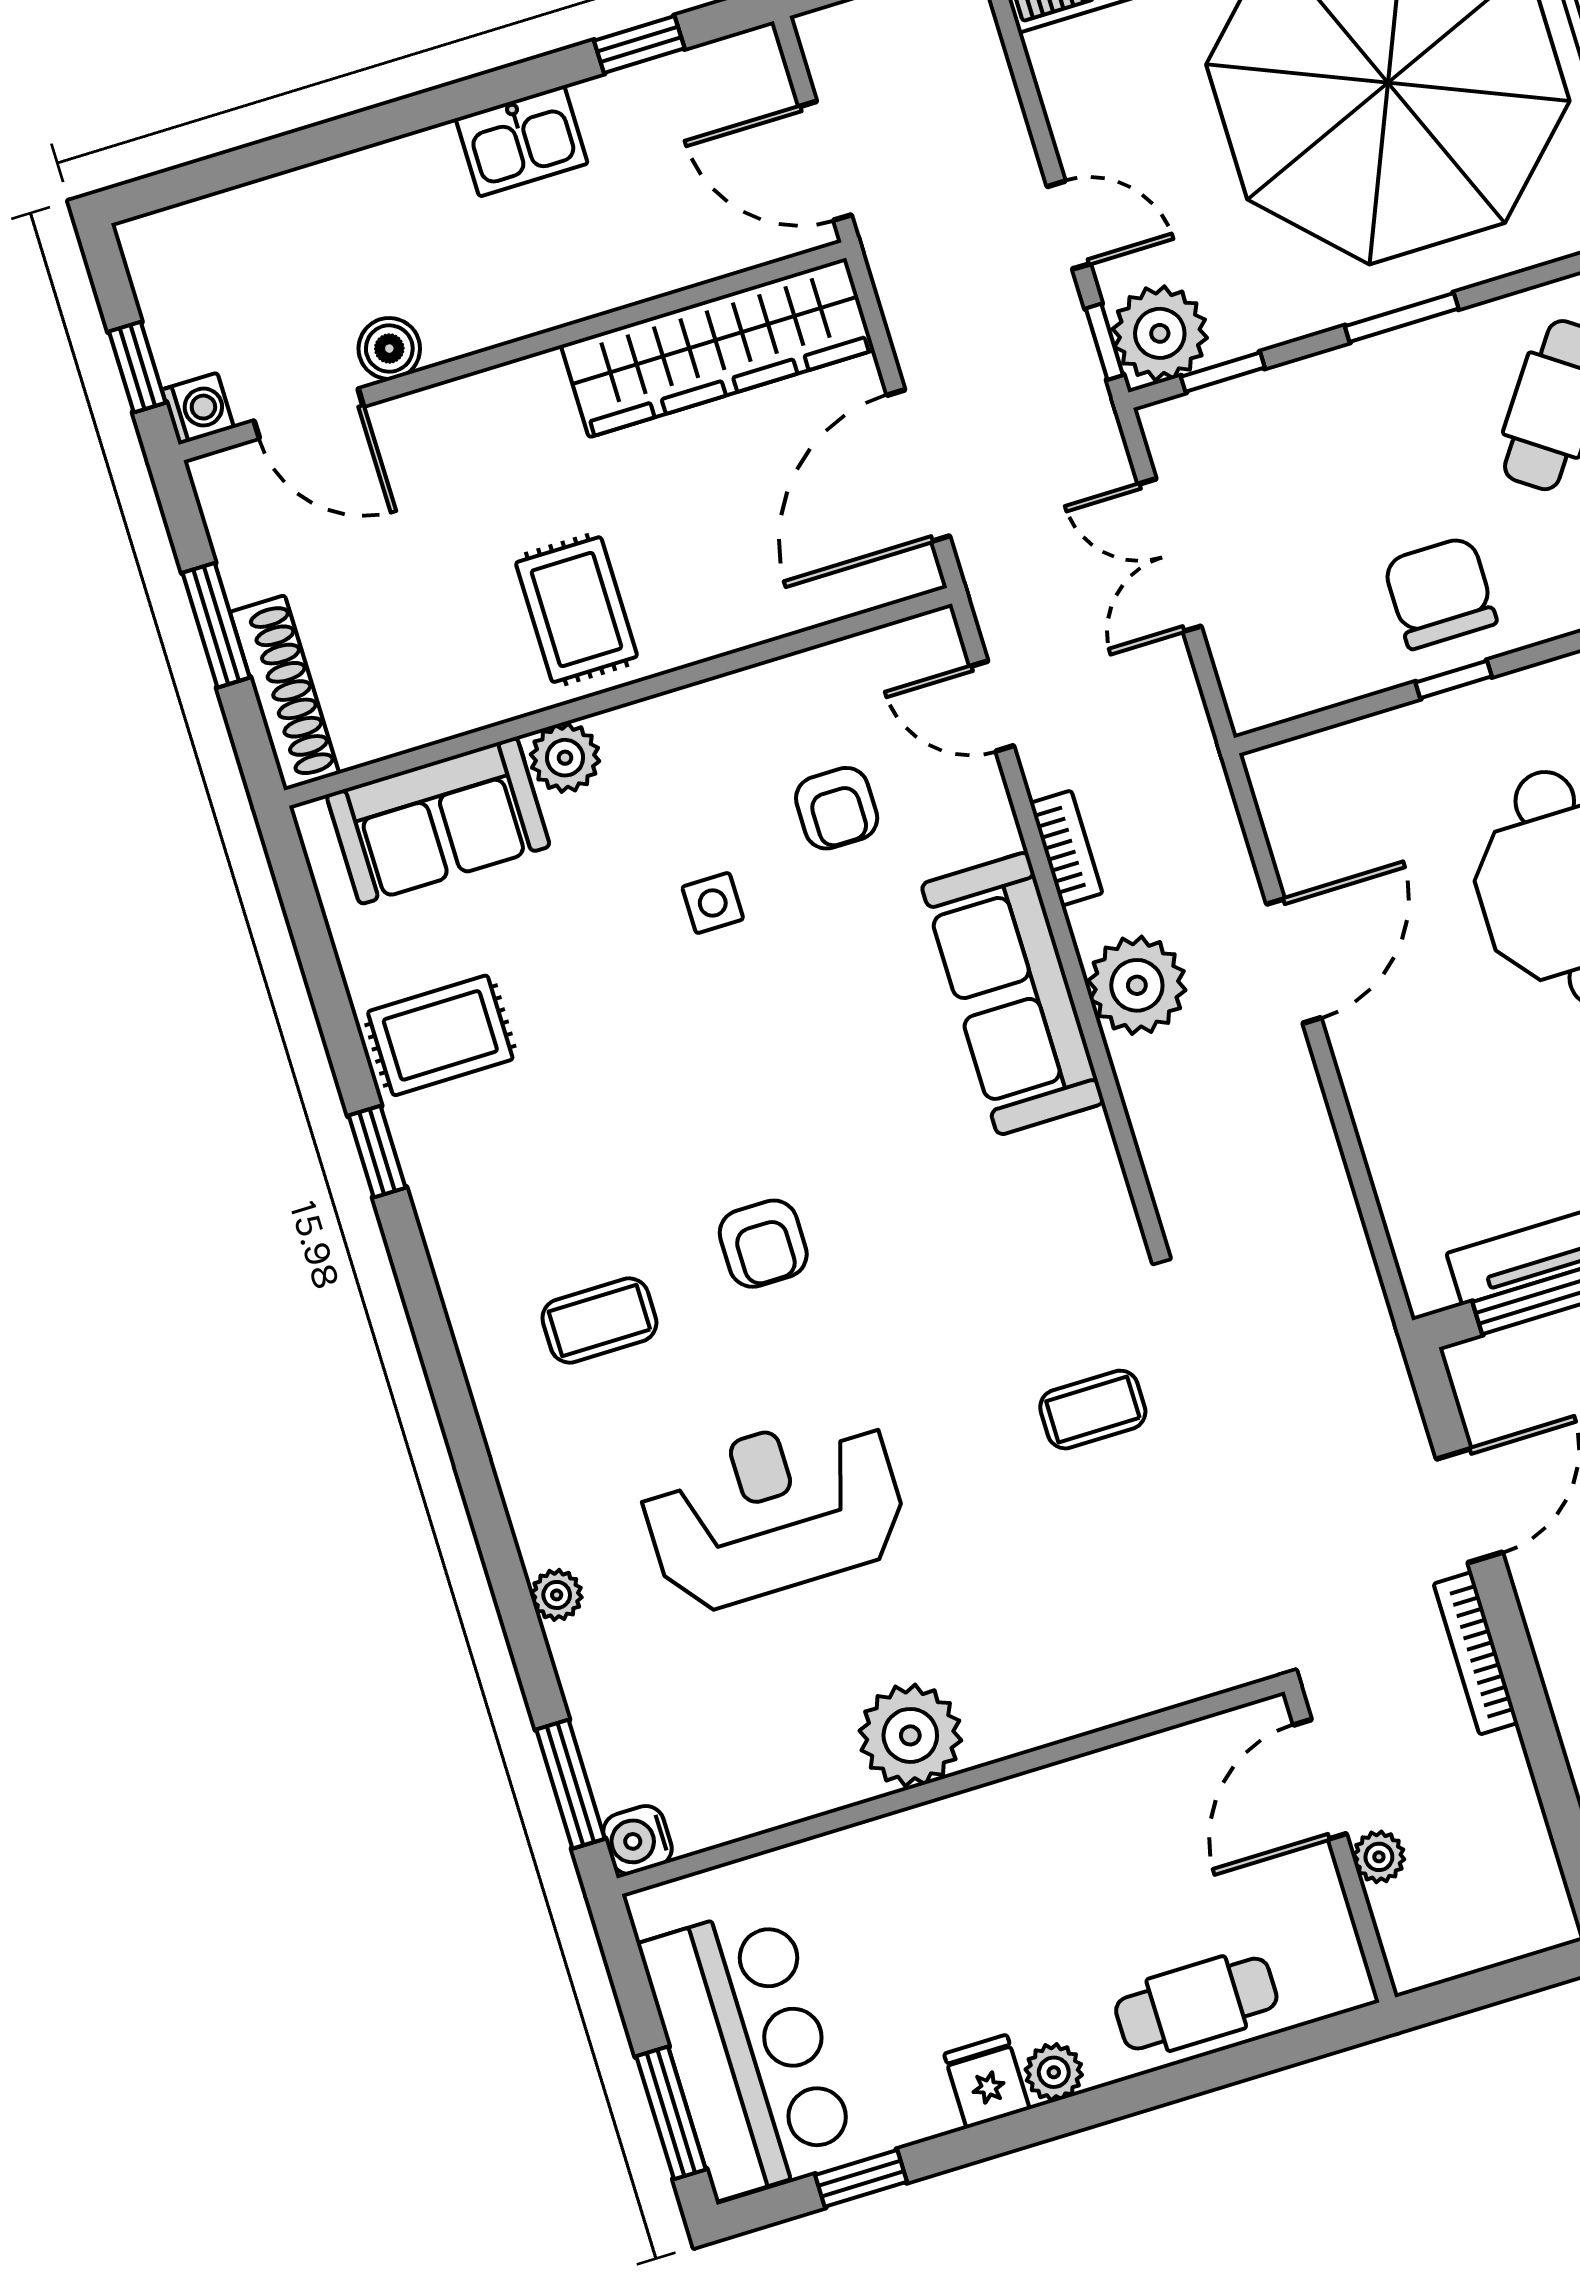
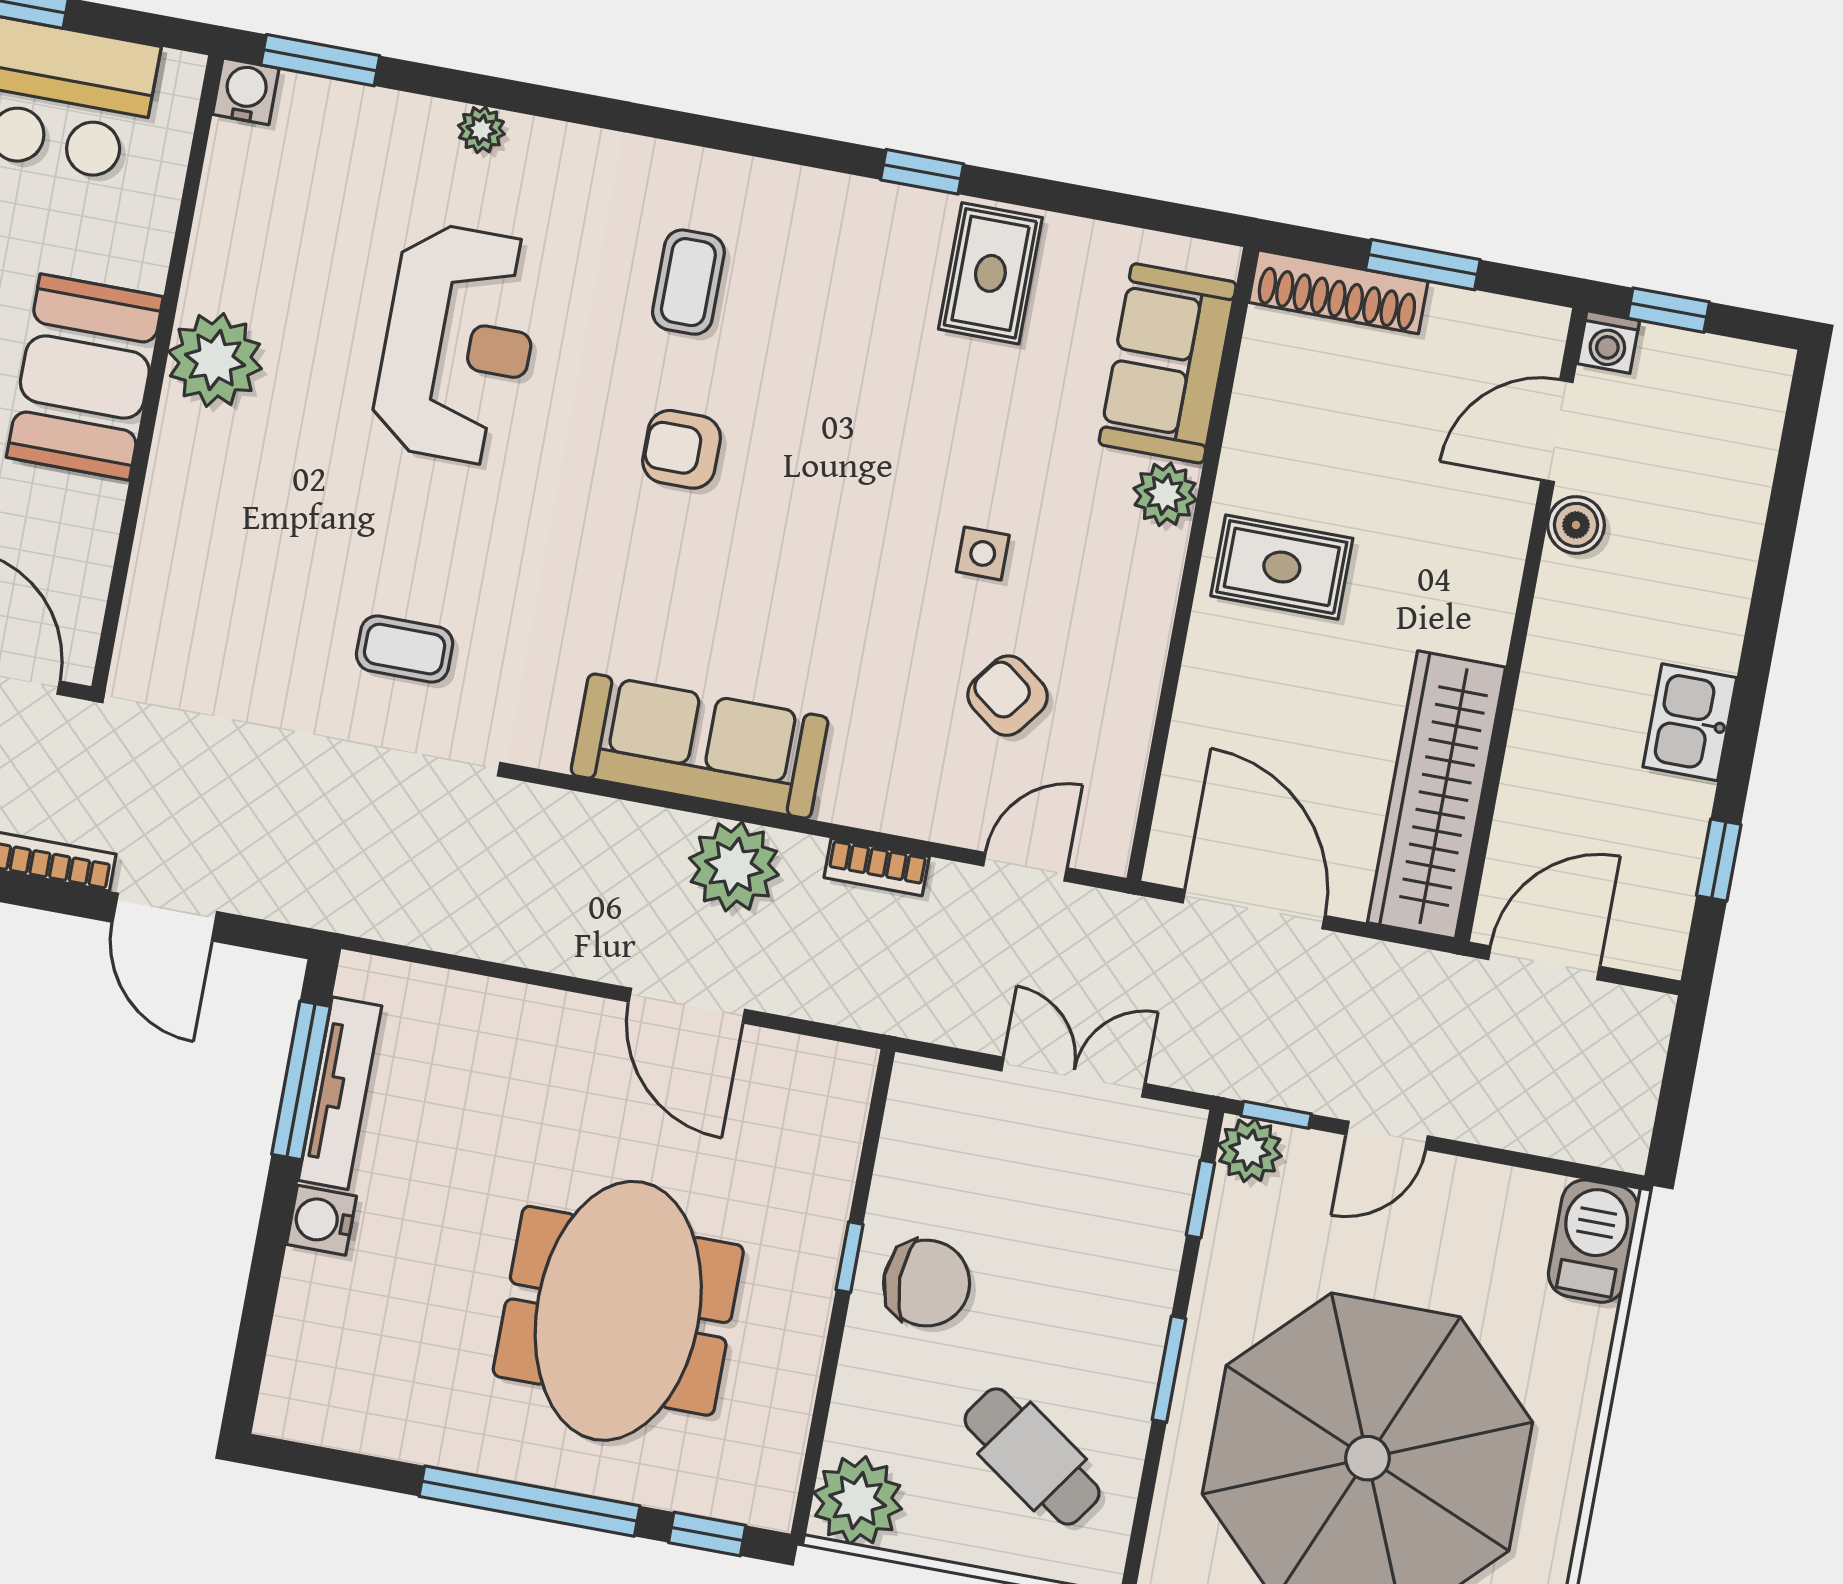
plant: (1160, 333) -> (1250, 1150), width x0.73, depth x0.73
armchair: (837, 808) -> (1008, 696), turned 37
sofa: (1013, 994) -> (700, 746), moved
coffee table: (1093, 1410) -> (405, 649), turned 90
booth: (992, 1852) -> (85, 377), added

